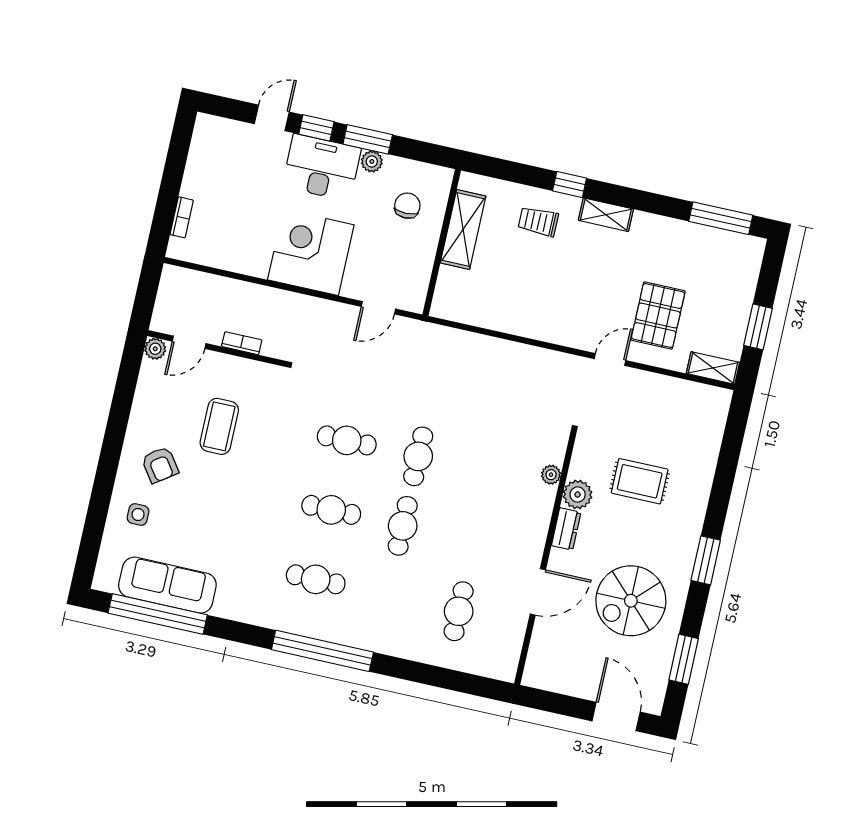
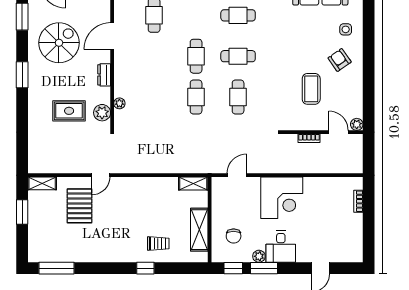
window: (316, 128) -> (233, 268), moved
desk: (322, 167) -> (281, 247), width x0.73
shelving: (606, 215) -> (193, 184), moved
door: (189, 342) -> (339, 132), hinge flipped
cafe table: (347, 440) -> (238, 97), turned 90
plant: (578, 494) -> (102, 113), moved

